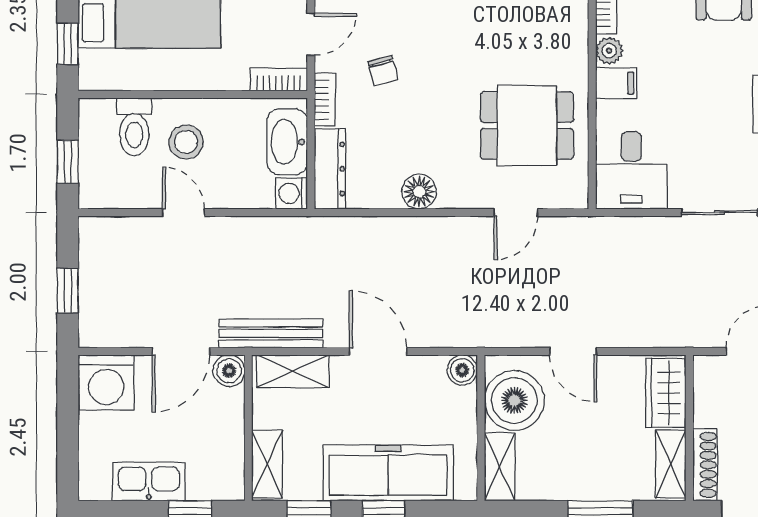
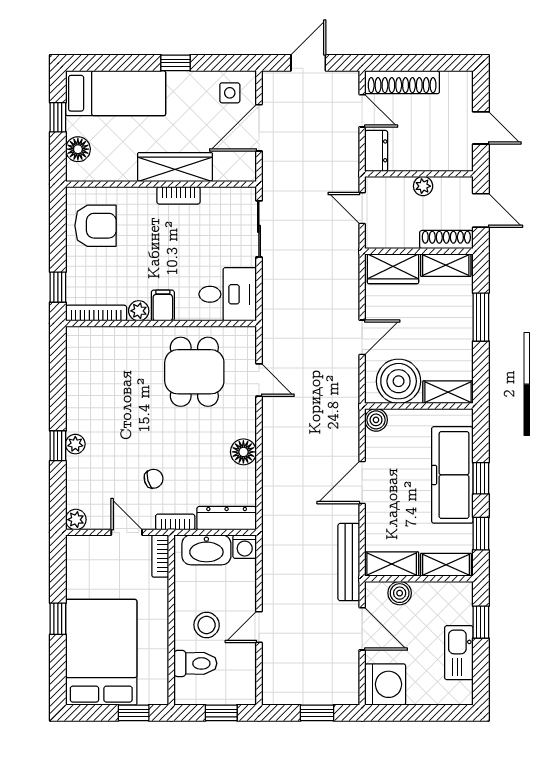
boiler: (229, 371) -> (400, 593), moved
shelving: (293, 371) -> (392, 564), moved, turned 90

